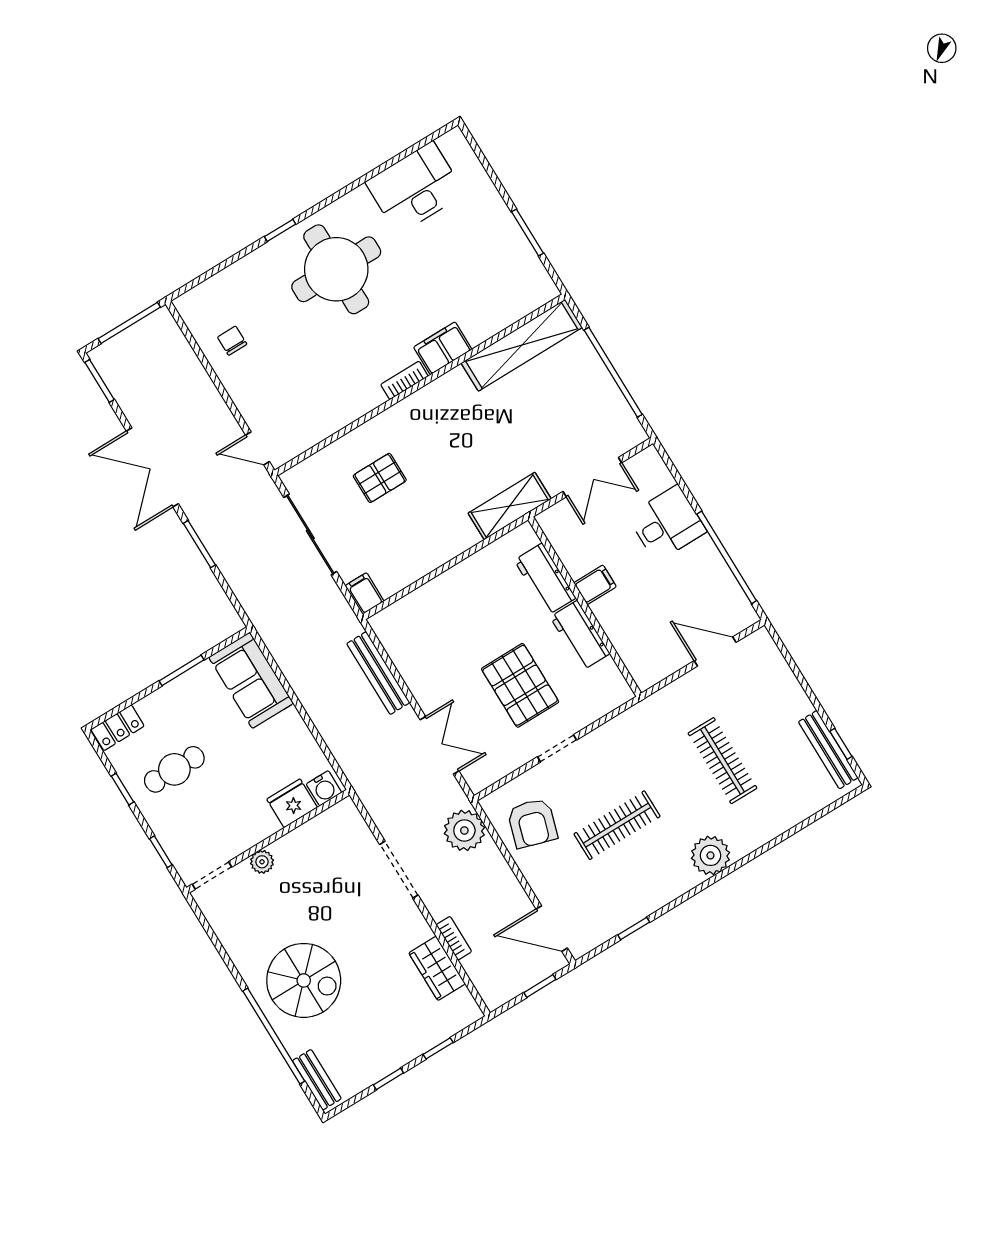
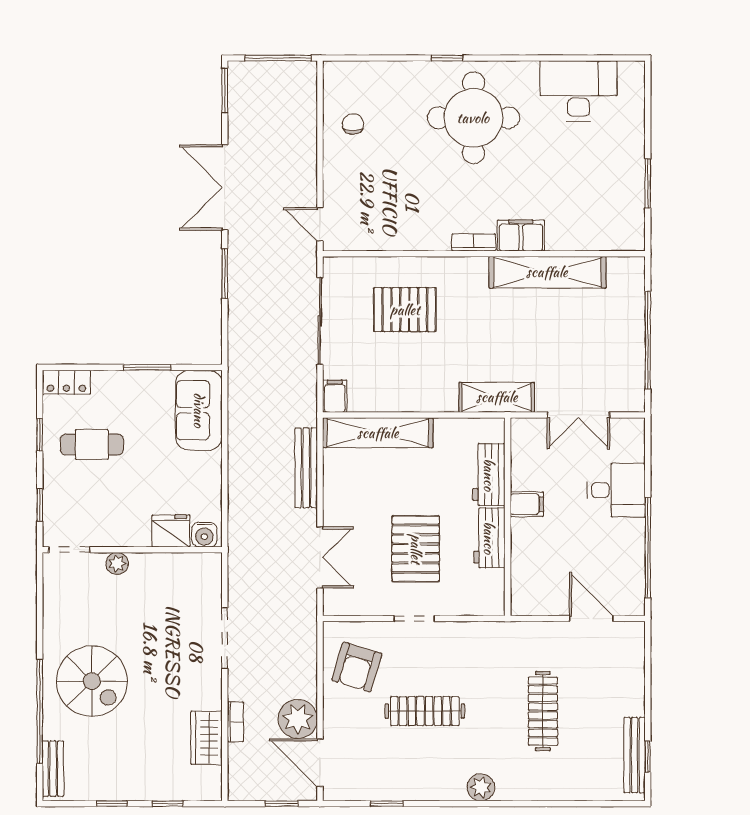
shelving: (522, 345) -> (547, 272), moved
pallet: (380, 478) -> (405, 310), width x1.50, depth x1.42
shelving: (423, 603) -> (378, 433), added
plant: (464, 830) -> (298, 719), moved
plant: (710, 855) -> (481, 787), width x0.73, depth x0.73

